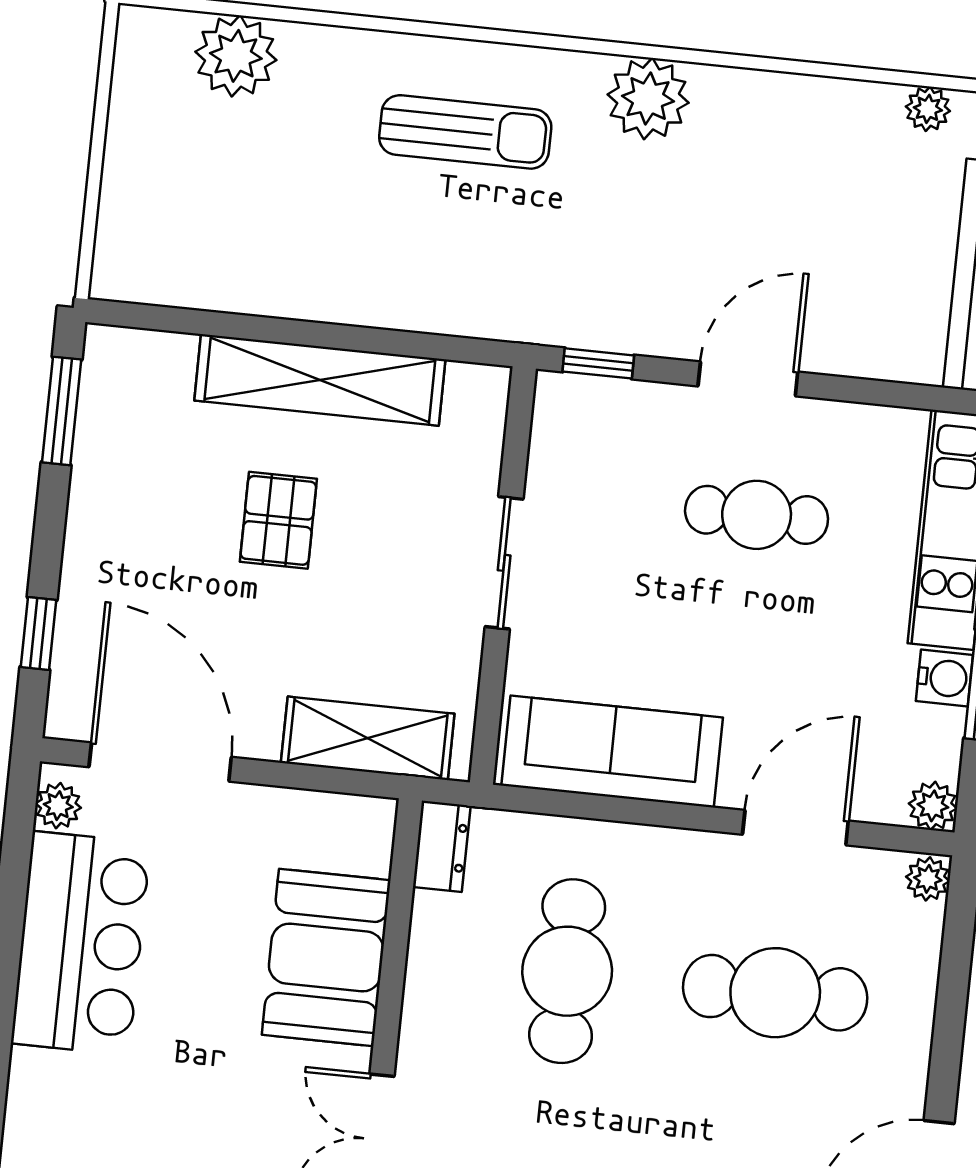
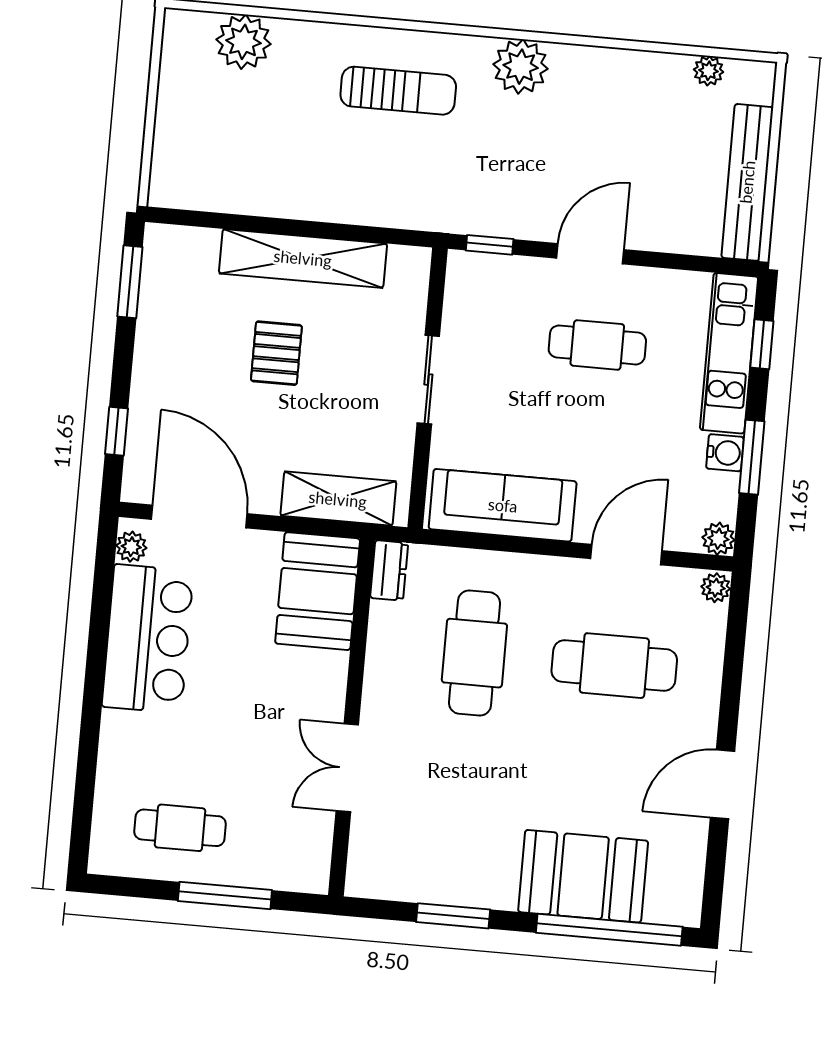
booth: (326, 957) -> (318, 591), moved

